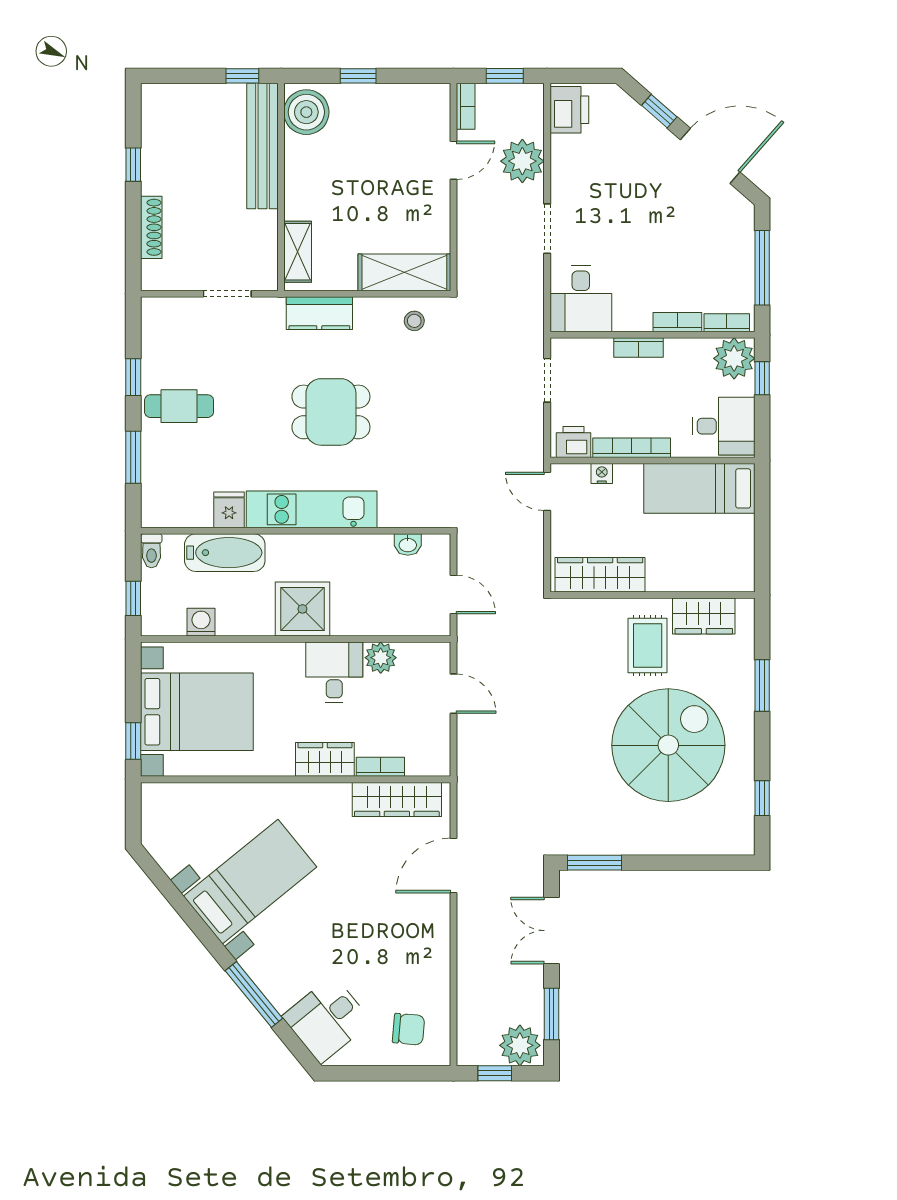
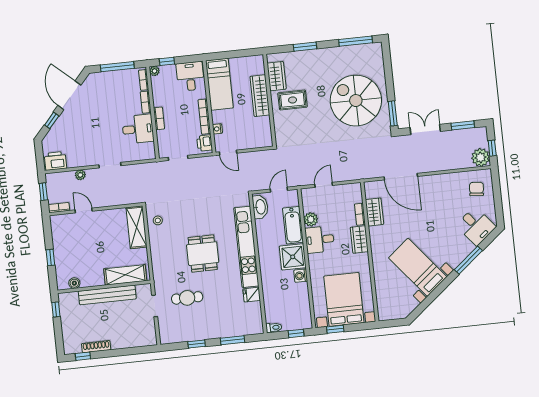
boiler: (306, 112) -> (74, 283), width x0.54, depth x0.54
bench: (262, 146) -> (107, 295), moved
plant: (522, 161) -> (80, 175), width x0.53, depth x0.53
window: (133, 165) -> (83, 356), moved
shoe rack: (151, 227) -> (96, 347), moved
shelving: (298, 252) -> (125, 275), width x1.50, depth x1.33
desk: (581, 299) -> (138, 129), moved
kitchen counter: (319, 313) -> (159, 263), removed
plant: (734, 358) -> (154, 71), width x0.53, depth x0.53
cafe table: (179, 406) -> (187, 298), moved, turned 90
door: (547, 491) -> (228, 153), hinge flipped
kitchen unit: (312, 509) -> (246, 247), width x1.36
washbasin: (408, 544) -> (260, 207), width x1.91, depth x1.45
bathtub: (225, 553) -> (293, 225), moved, turned 180
wardrobe: (600, 575) -> (260, 96), moved
washing machine: (201, 622) -> (301, 276), moved
window: (133, 741) -> (335, 329), moved
spiral stairs: (668, 745) -> (356, 101), moved
window: (762, 798) -> (356, 41), width x2.17
wardrobe: (397, 799) -> (374, 212), width x0.67
door: (454, 866) -> (401, 177), width x1.36
double door: (552, 931) -> (425, 129), swing flipped
plant: (520, 1045) -> (481, 157), moved

